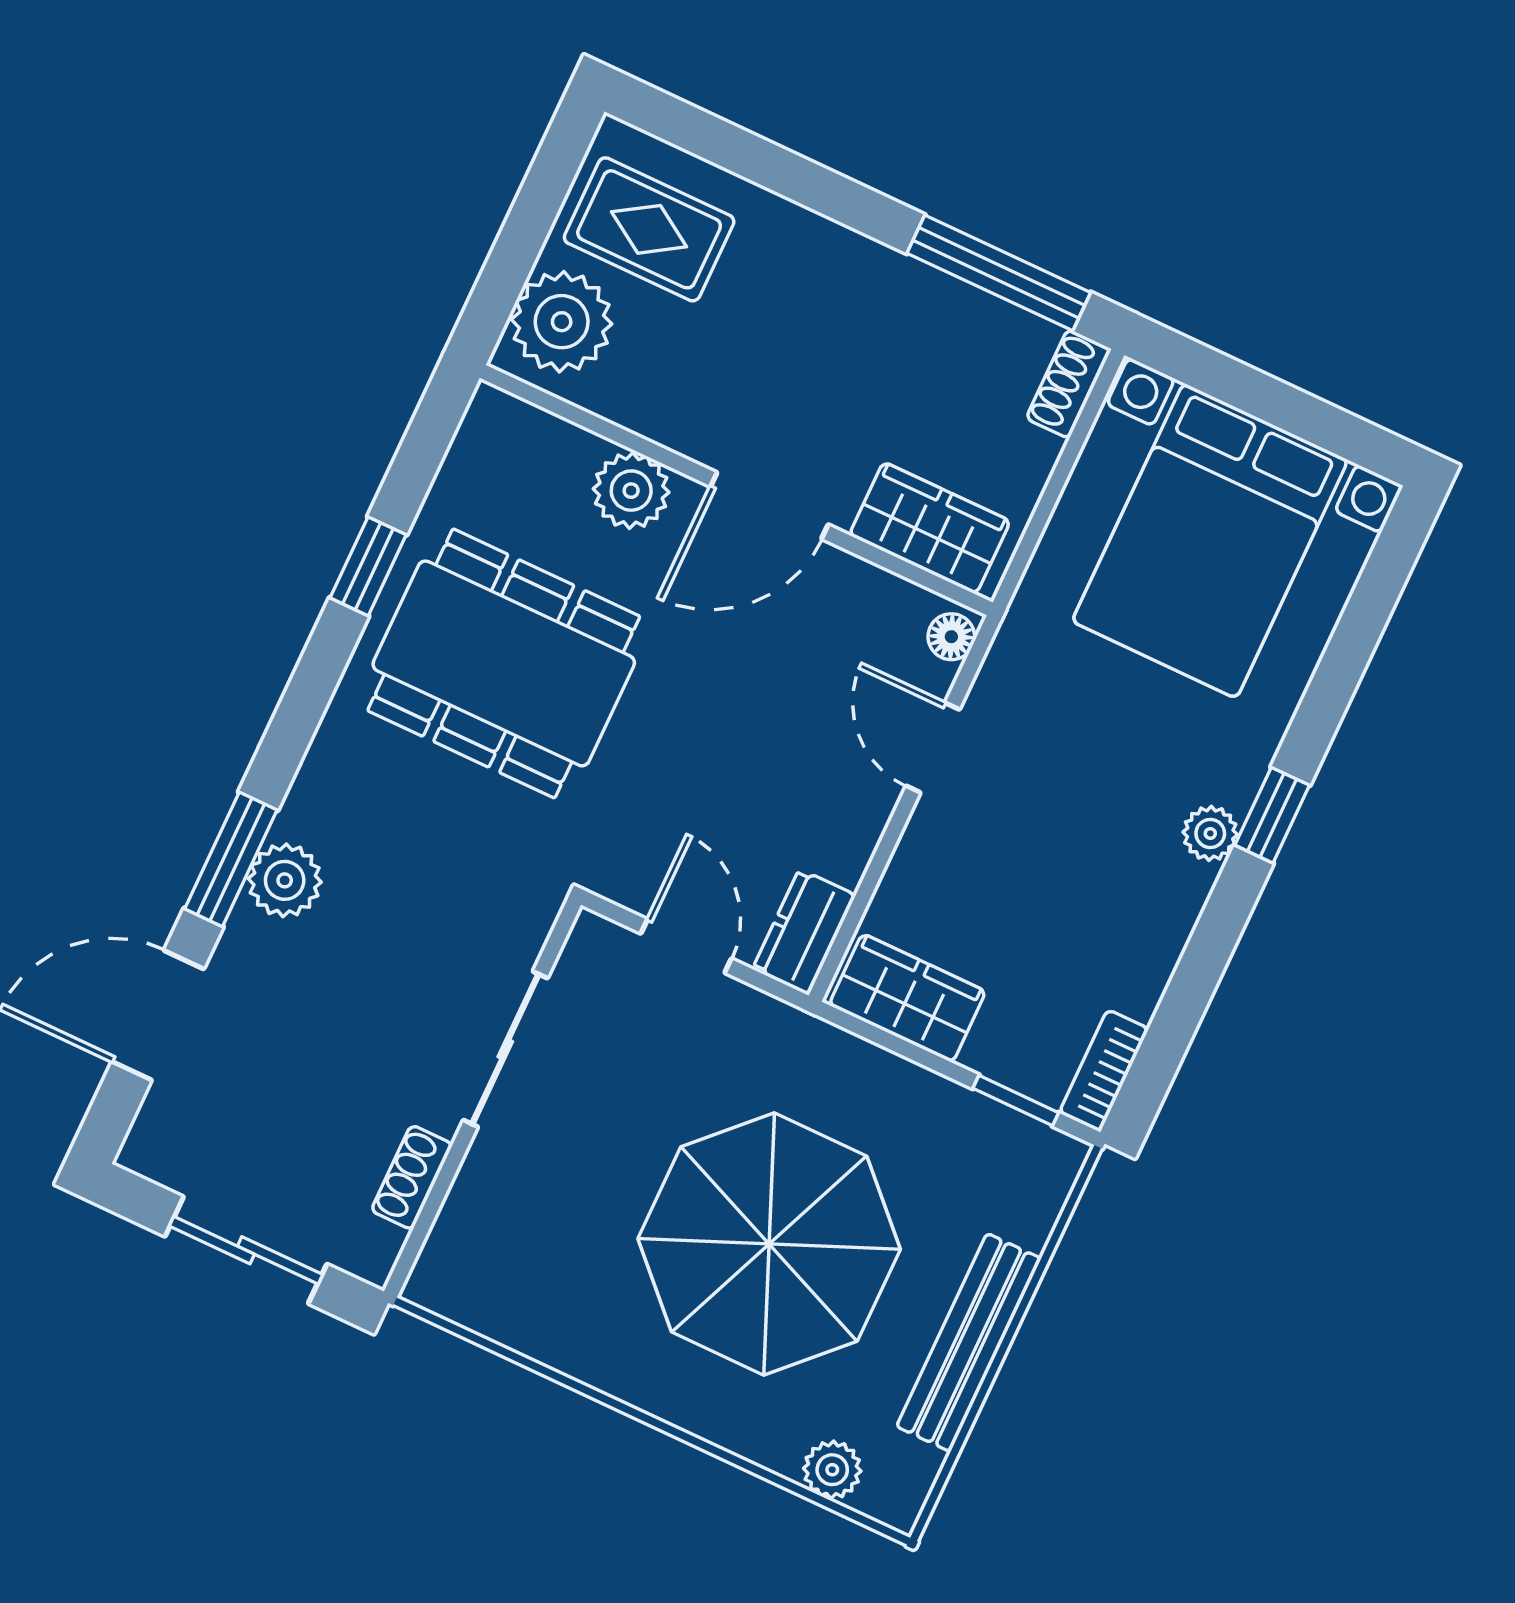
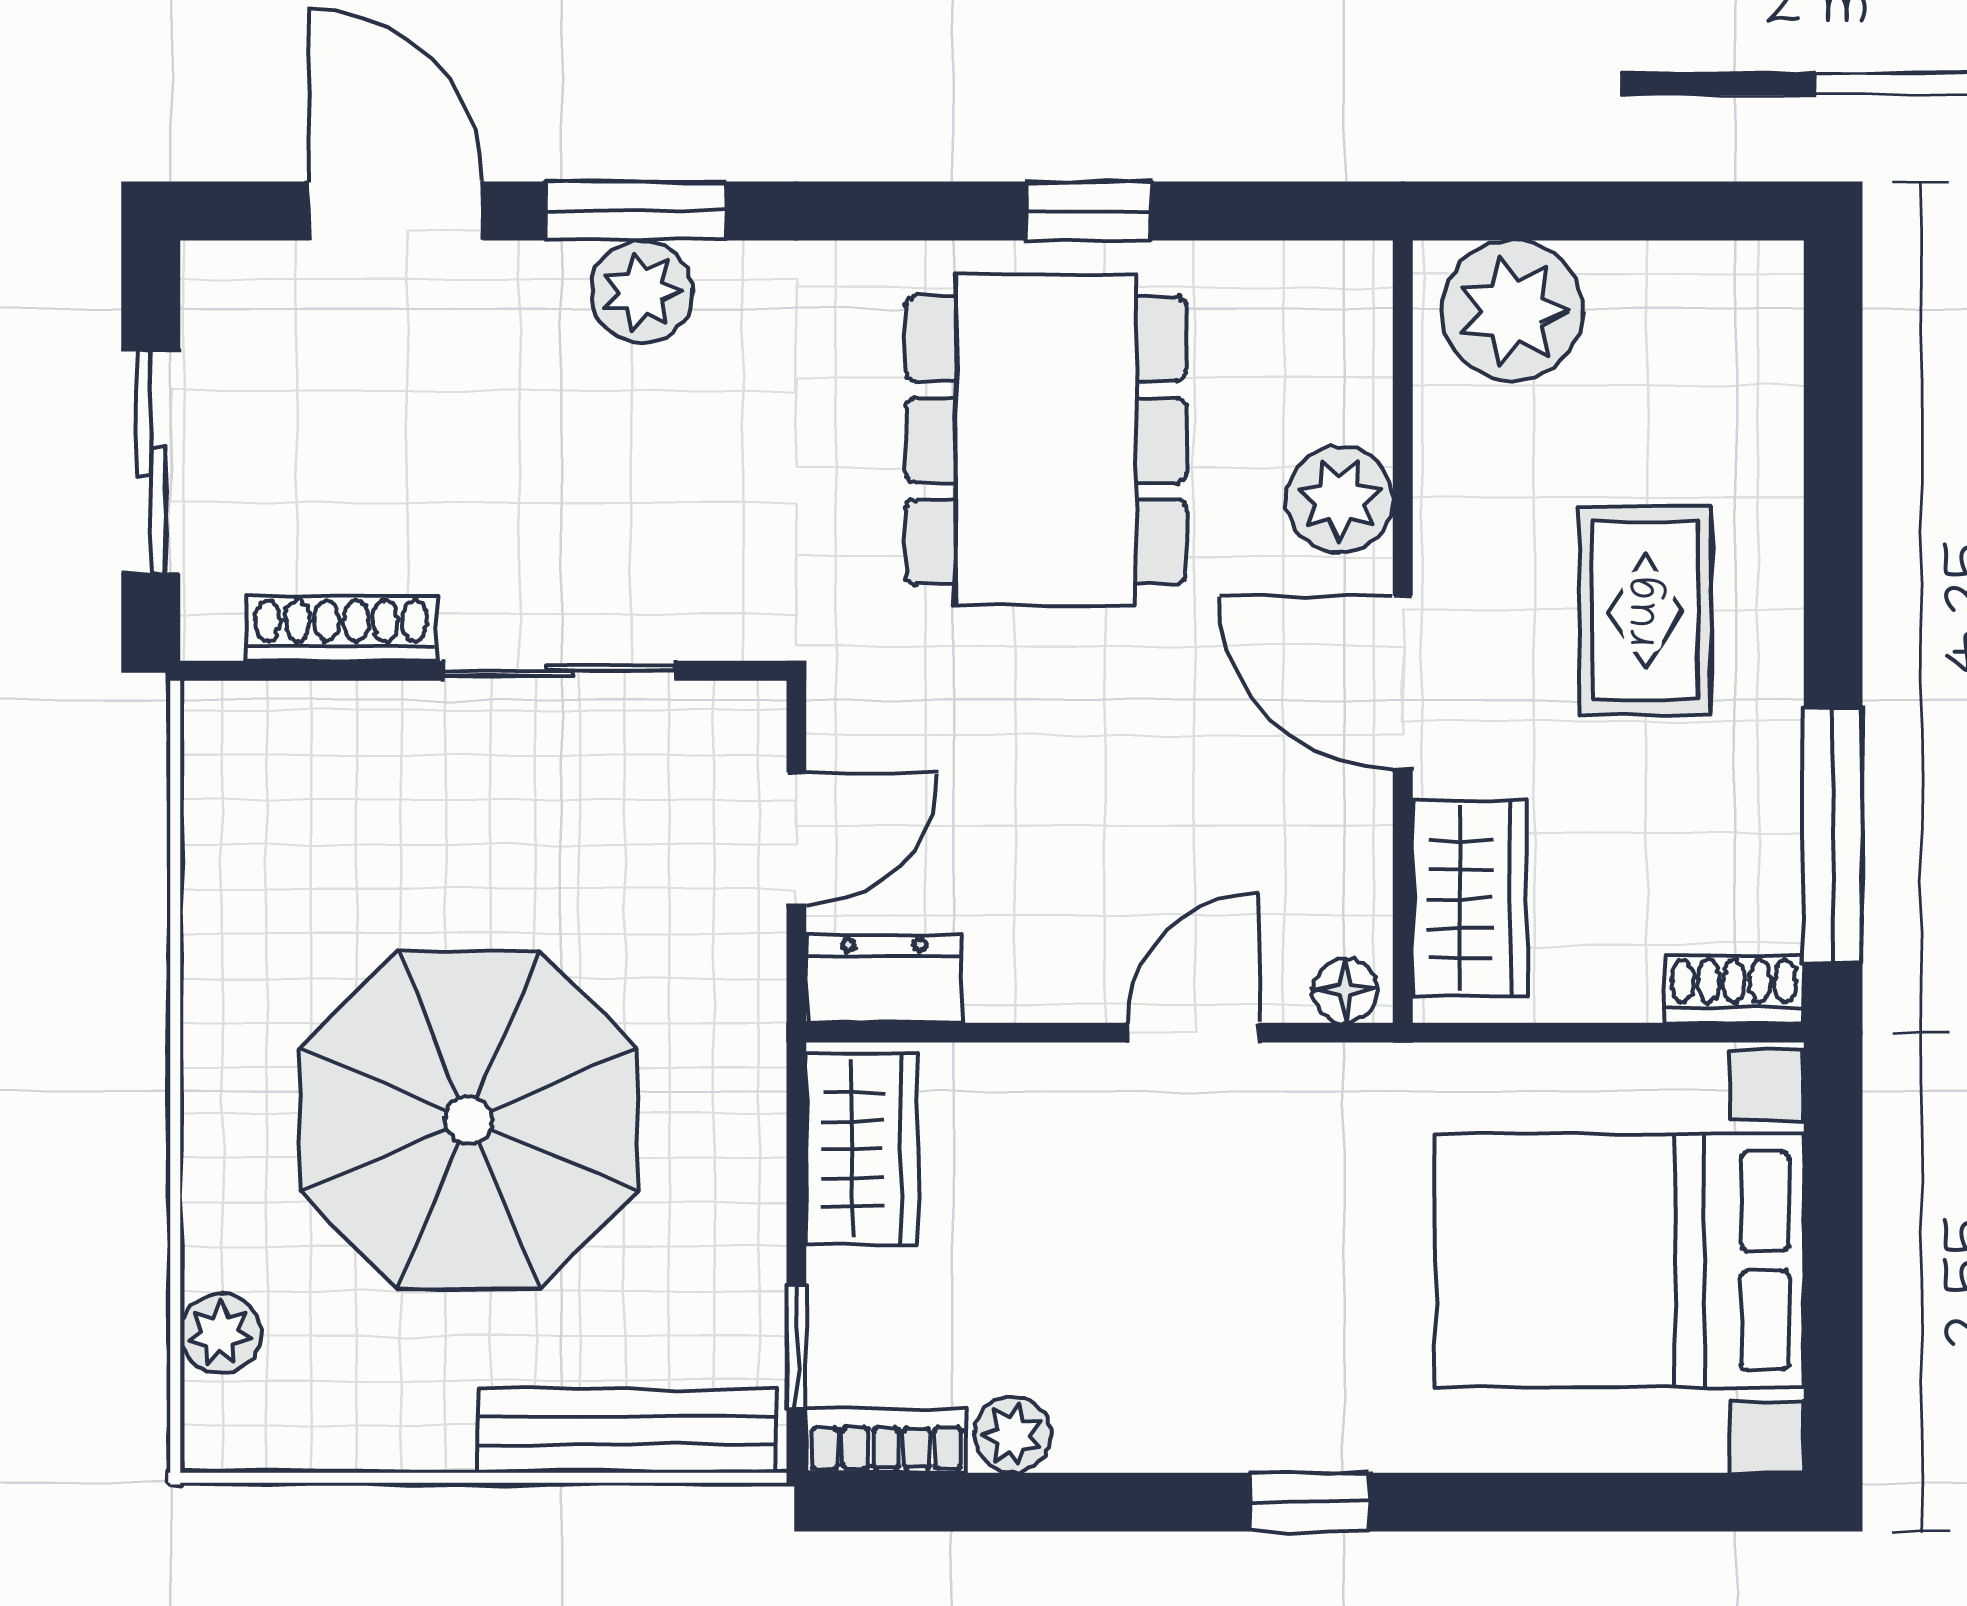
rug: (649, 229) -> (1645, 611), moved
plant: (1210, 833) -> (1012, 1435), moved
shoe rack: (412, 1177) -> (341, 628), width x1.43
bench: (969, 1343) -> (627, 1431), moved

